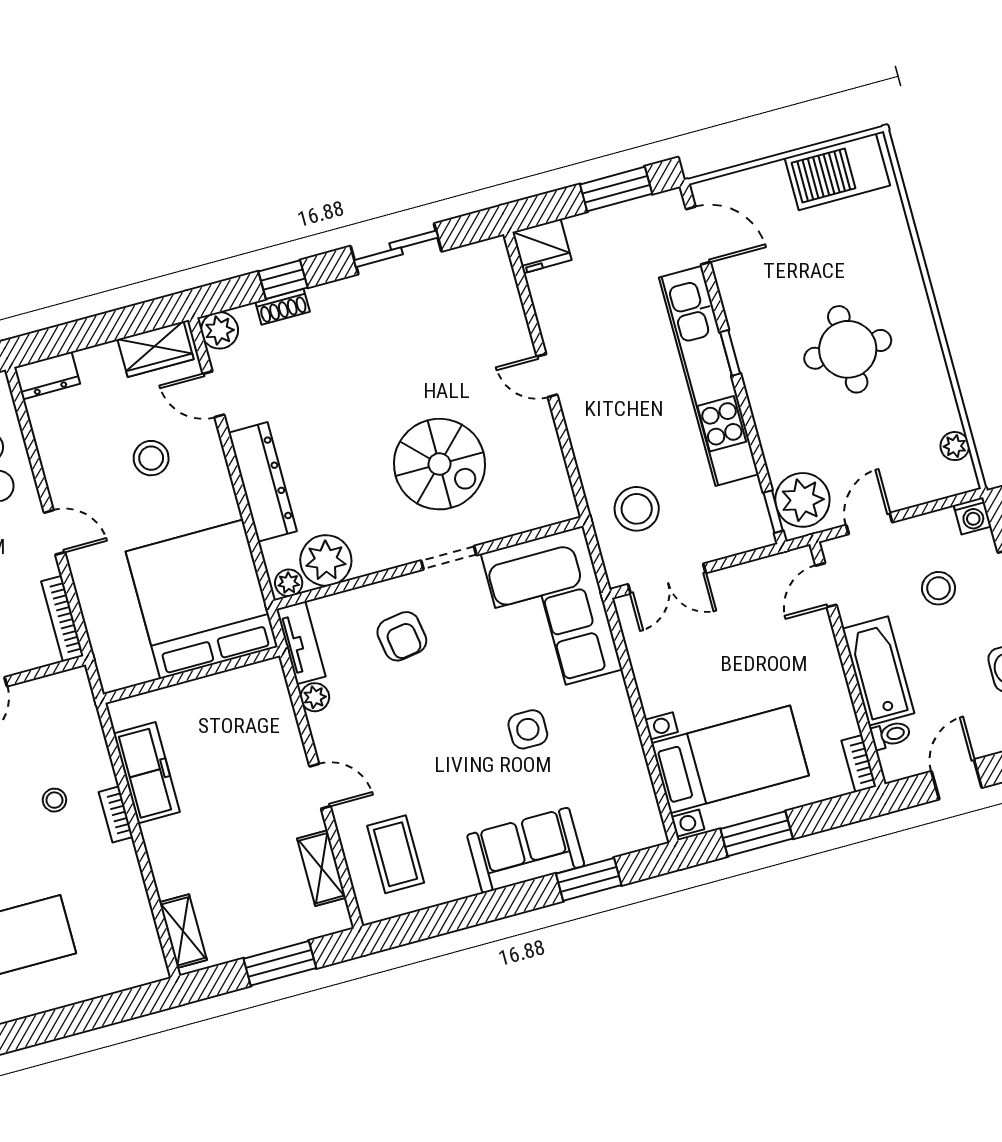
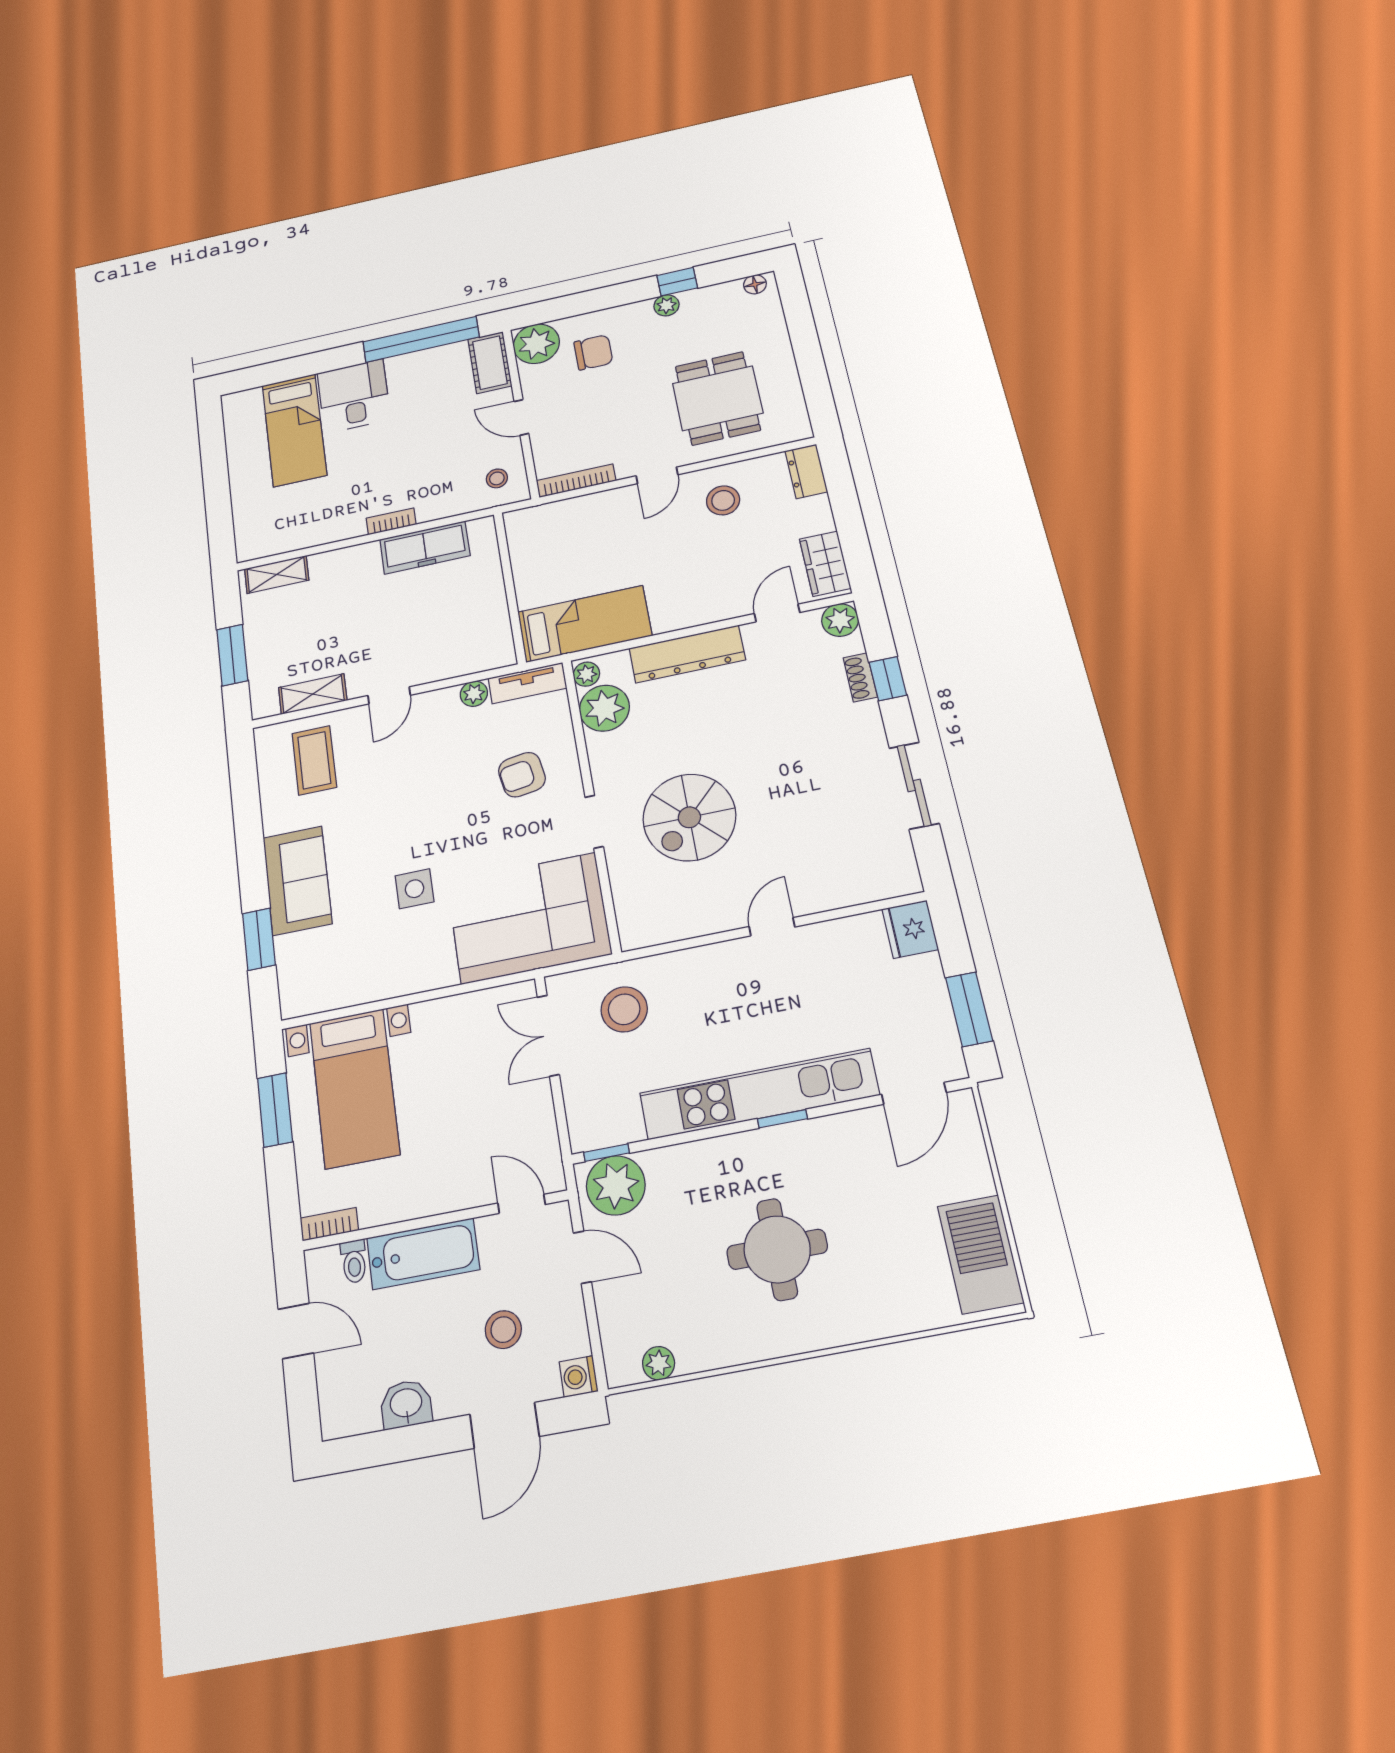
stool: (151, 458) -> (723, 500), moved
bed: (202, 599) -> (584, 624), width x0.49
stool: (54, 800) -> (497, 478), moved
coffee table: (396, 854) -> (314, 760), turned 90

